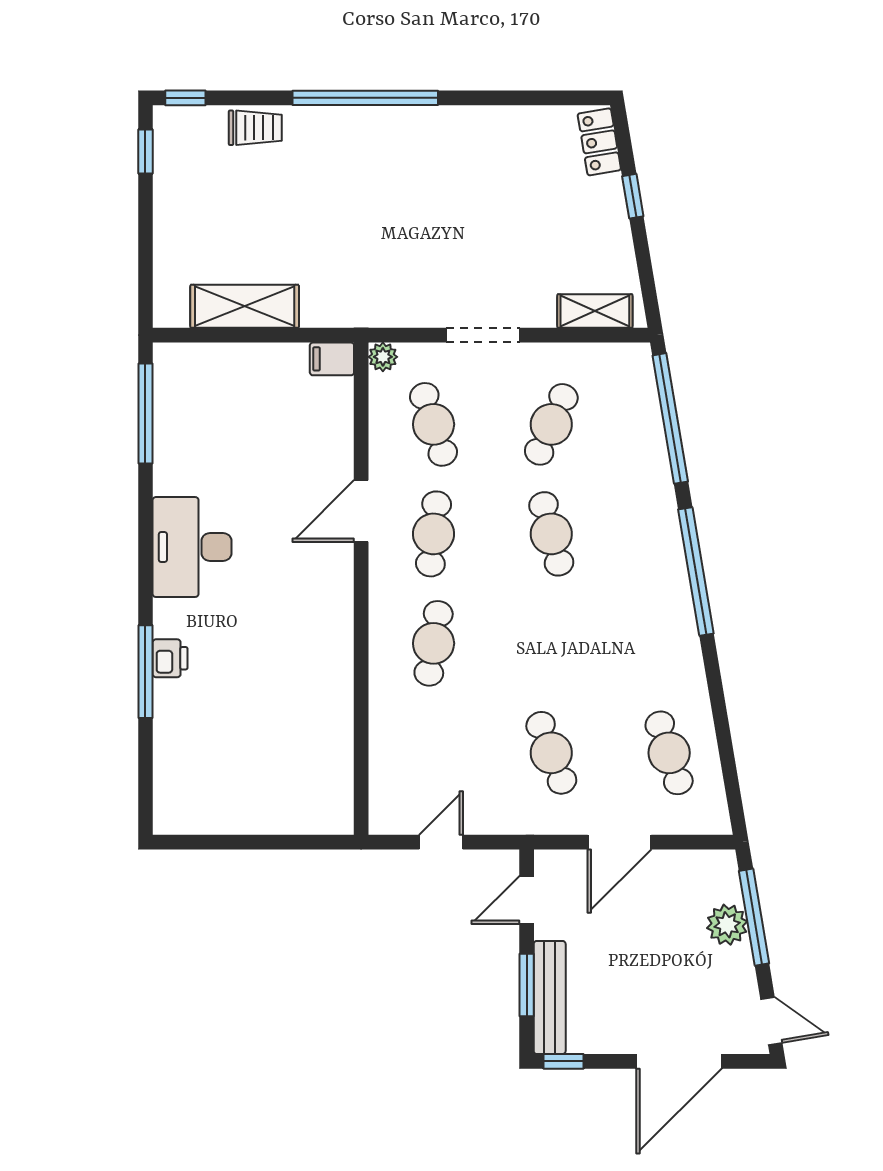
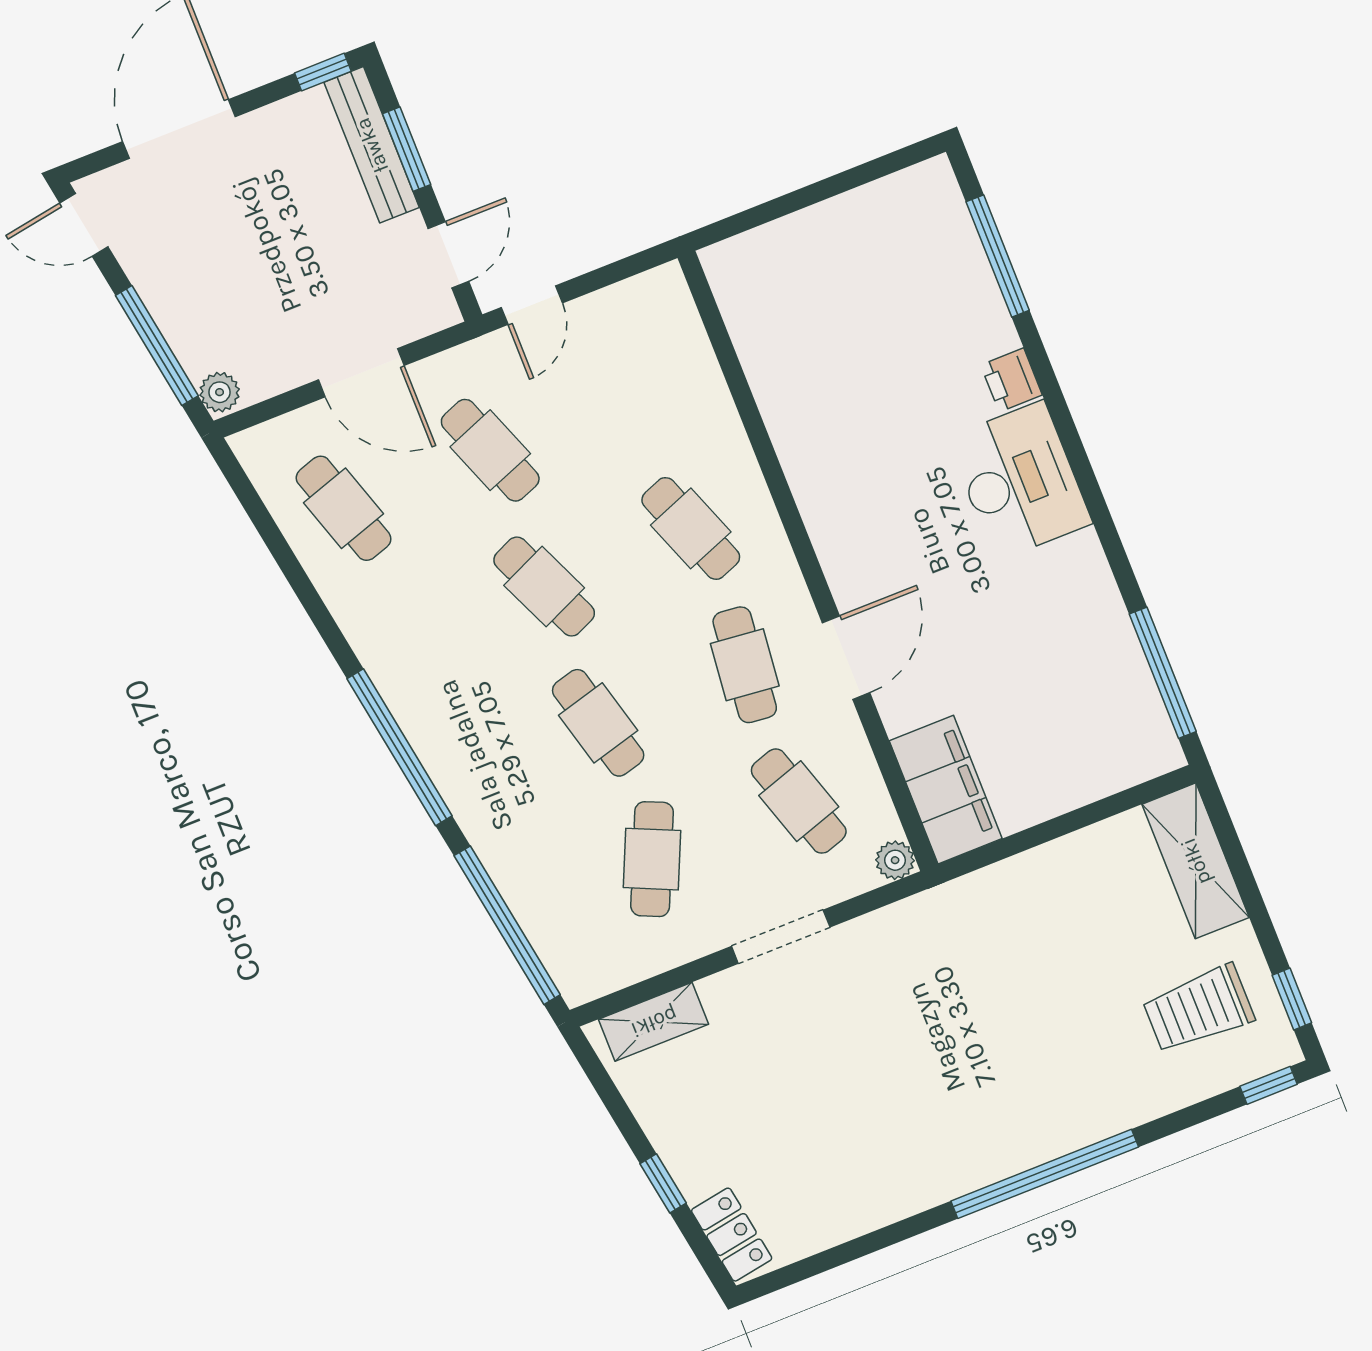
trolley: (255, 128) -> (1198, 1009), moved, width x1.36, depth x1.39
shelving: (245, 306) -> (1196, 861), moved, turned 90
filing cabinet: (332, 359) -> (946, 790), width x3.00, depth x1.17
desk: (192, 547) -> (1020, 481), moved
cafe table: (434, 643) -> (691, 528), turned -30
cafe table: (551, 643) -> (544, 587), added
window: (145, 672) -> (998, 256), moved
door: (441, 842) -> (532, 305), moved
door: (619, 842) -> (361, 373), swing flipped
plant: (727, 925) -> (220, 392), moved, width x0.73, depth x0.73

